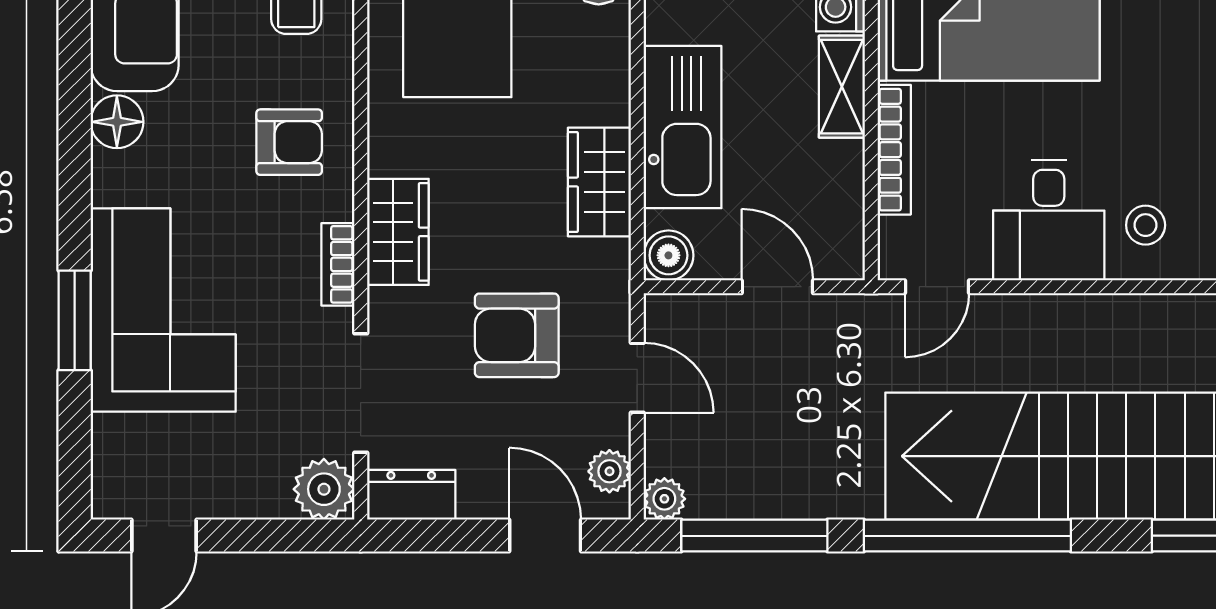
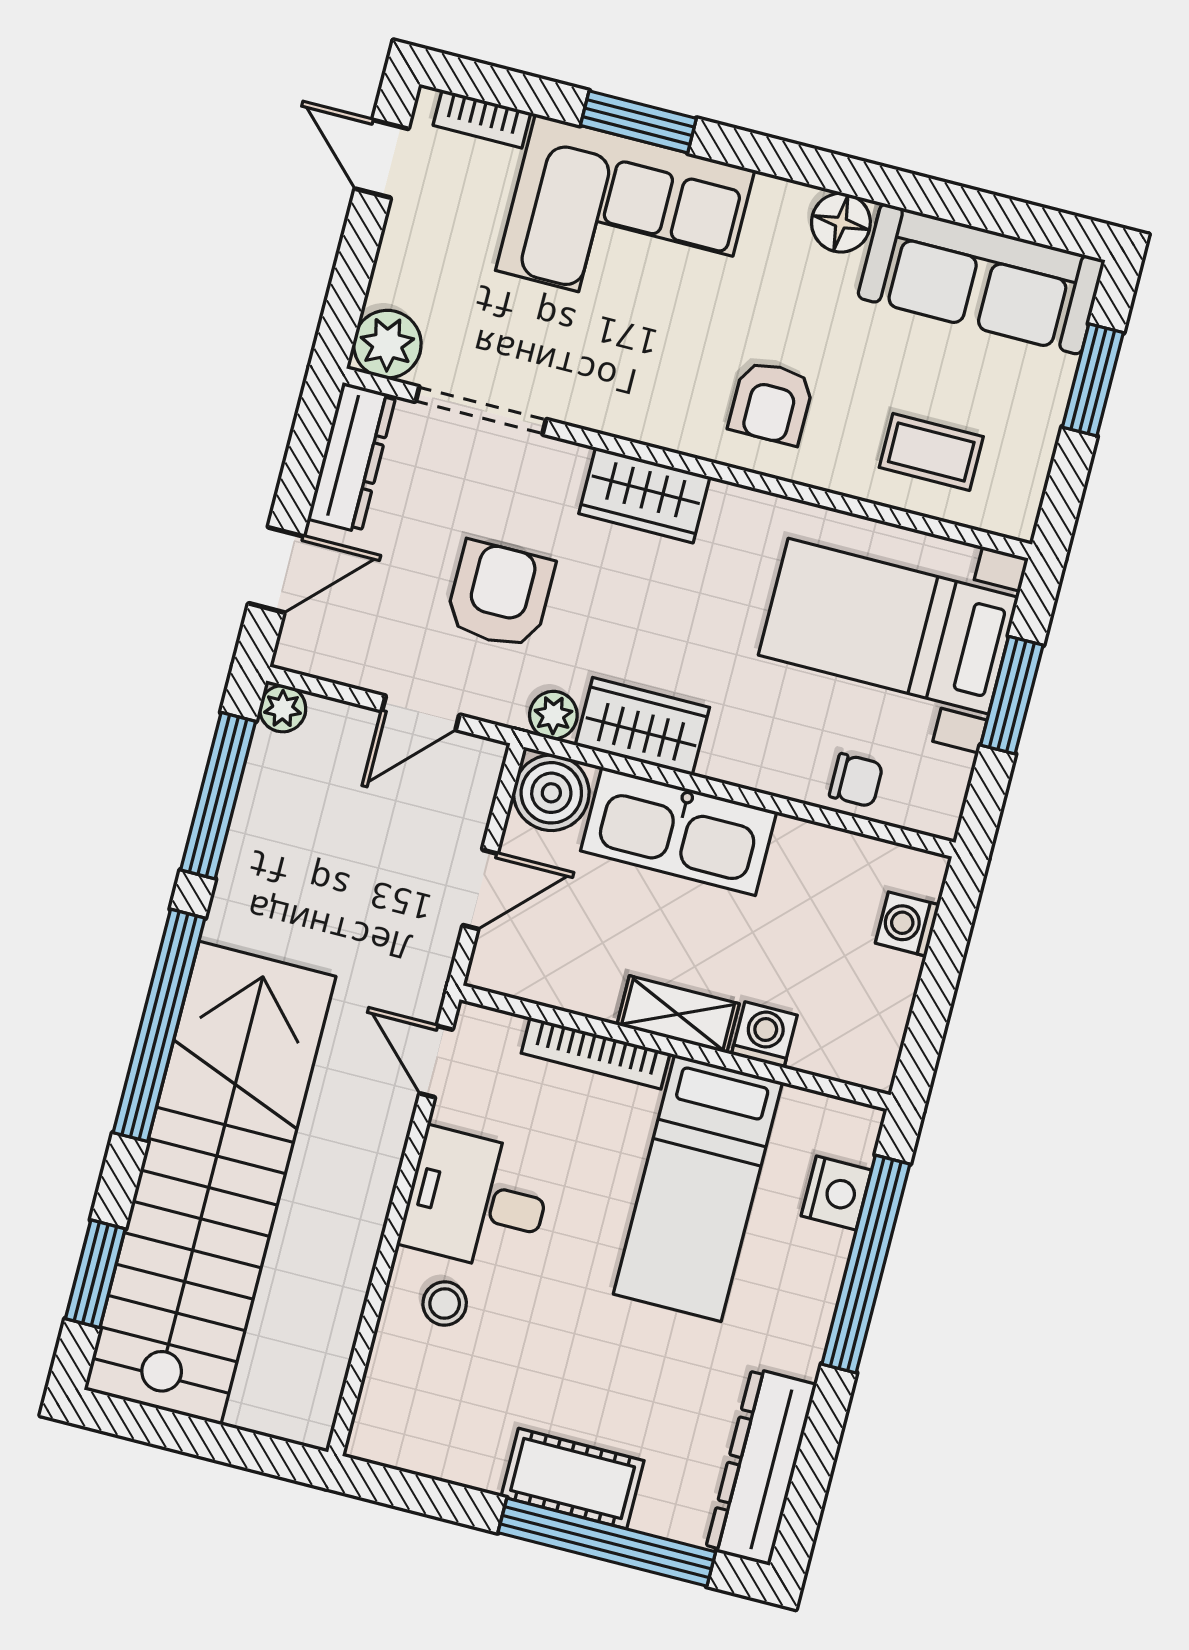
boiler: (668, 255) -> (551, 793), width x1.36, depth x1.36
bookcase: (338, 264) -> (482, 119), moved, turned 180
plant: (609, 471) -> (553, 715), moved
dresser: (411, 495) -> (352, 458), width x1.44

